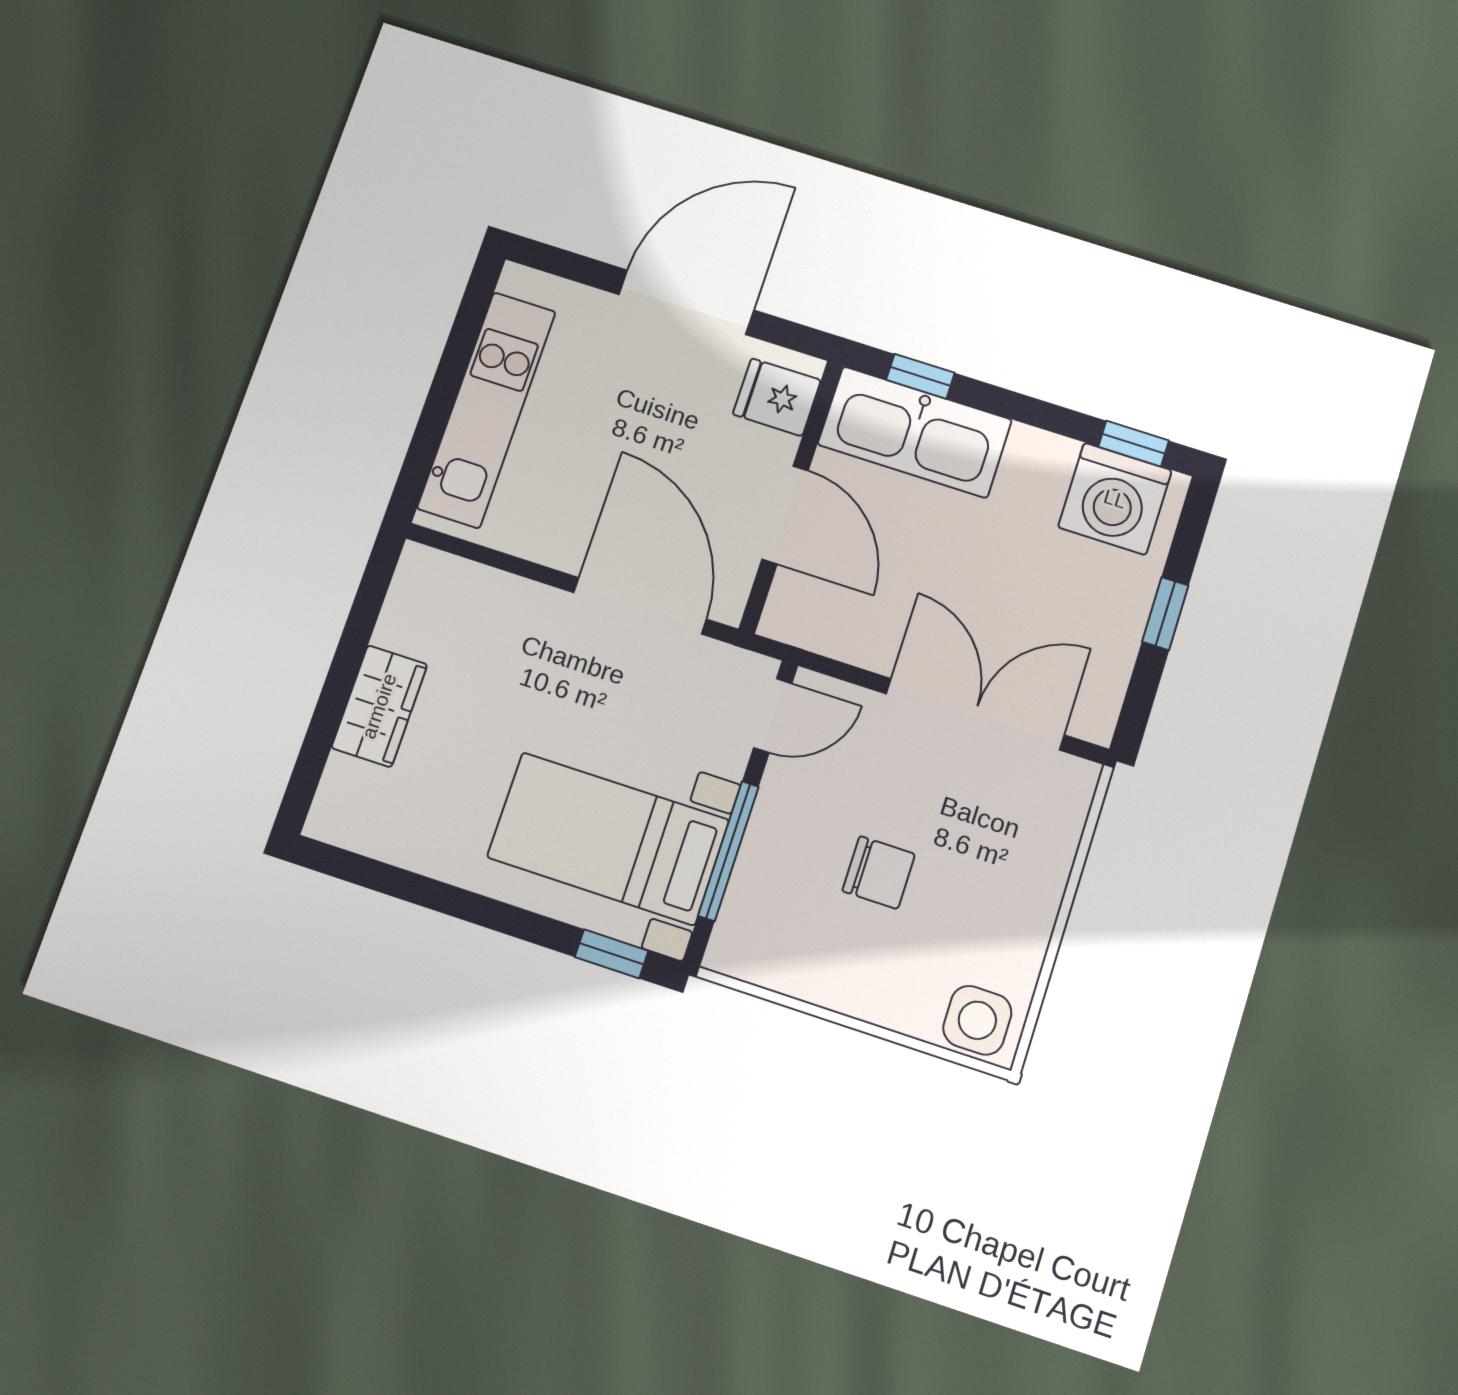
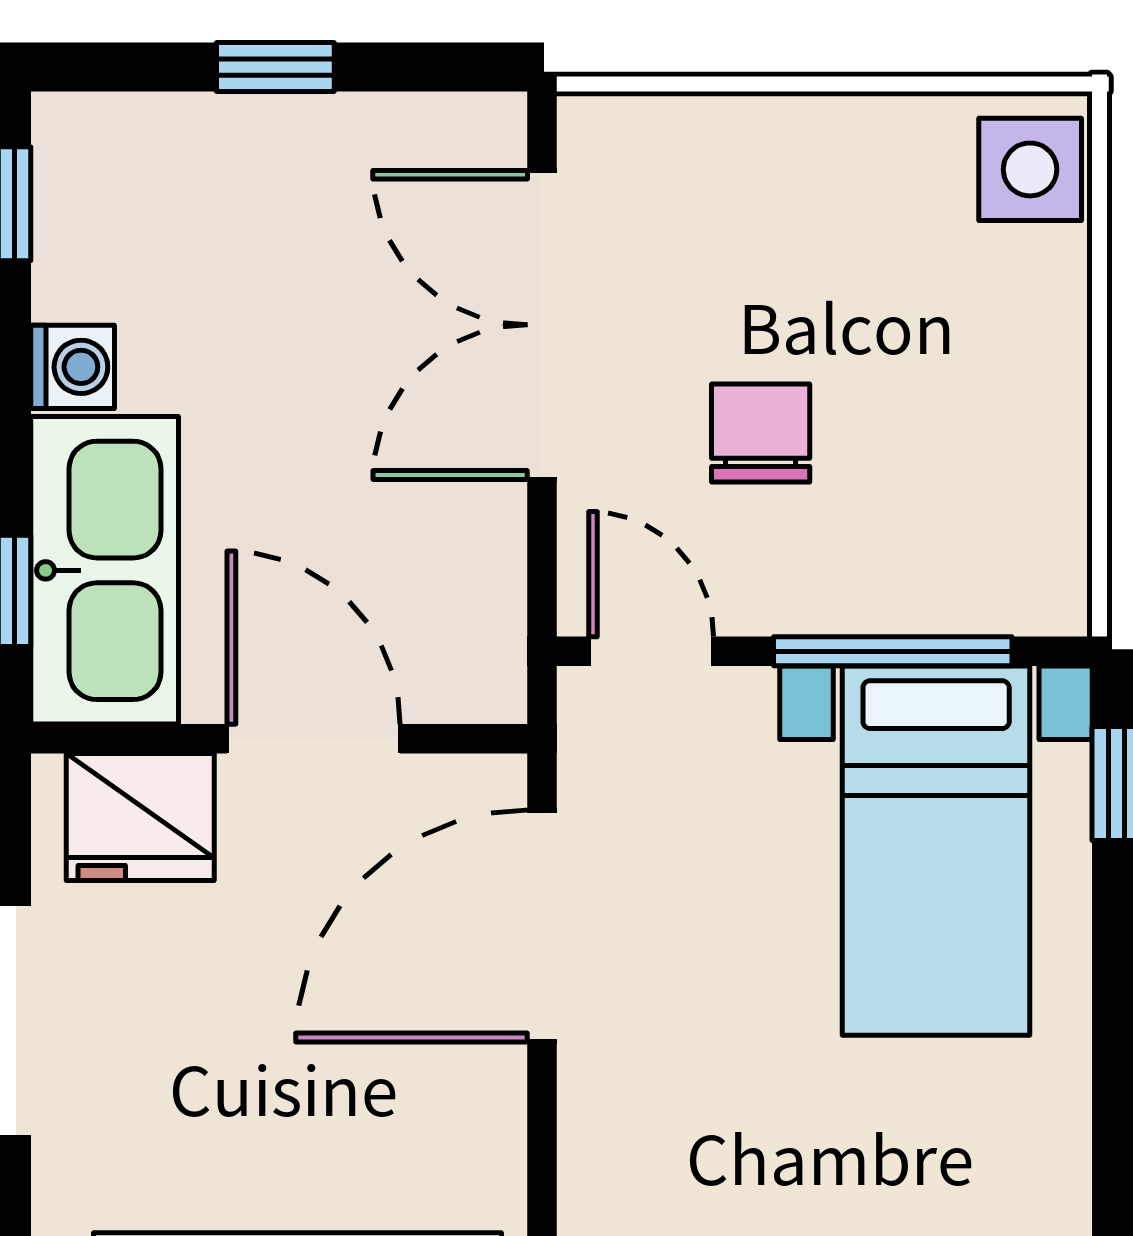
fridge: (777, 397) -> (140, 817), width x1.38
washing machine: (1115, 499) -> (73, 367), moved, width x0.53, depth x0.53
door: (785, 515) -> (314, 739), hinge flipped
chair: (879, 873) -> (761, 433), moved

